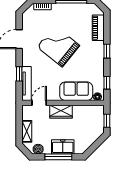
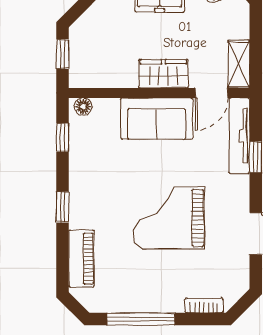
grand piano: (58, 46) -> (169, 218), turned 141
sofa: (76, 91) -> (157, 119), moved
shelving: (27, 131) -> (239, 64), moved

